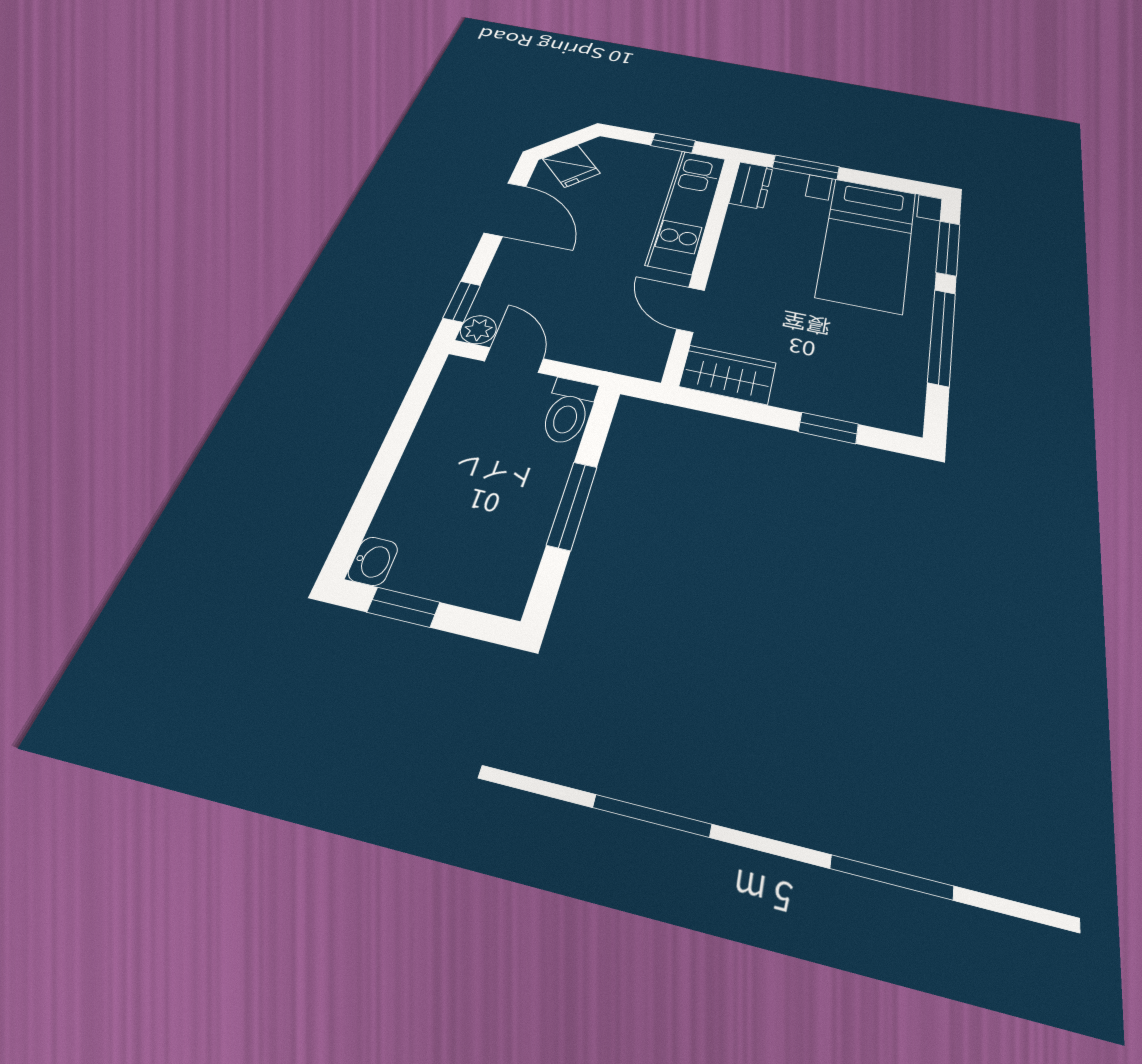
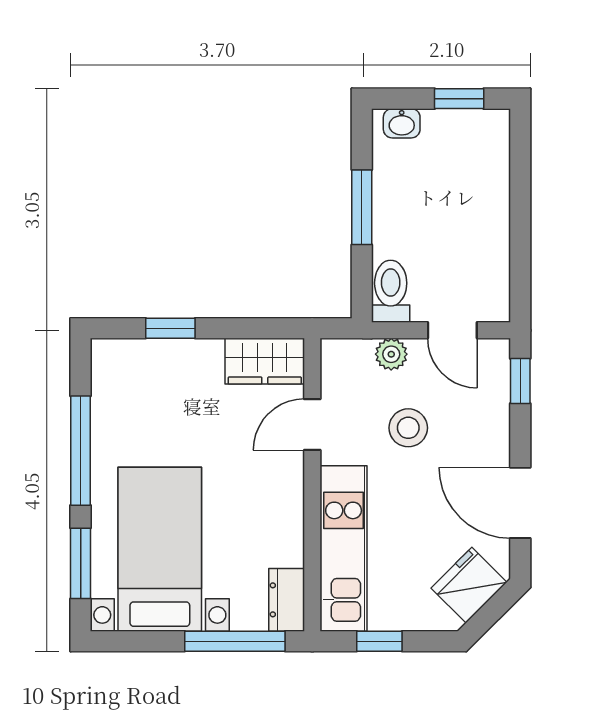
fridge: (571, 166) -> (469, 585), width x1.38
window: (806, 167) -> (235, 641), width x1.44
stool: (592, 287) -> (408, 428), added
door: (691, 310) -> (312, 424), swing flipped
plant: (478, 330) -> (391, 354), moved
washbasin: (373, 561) -> (402, 123), moved, turned -90

